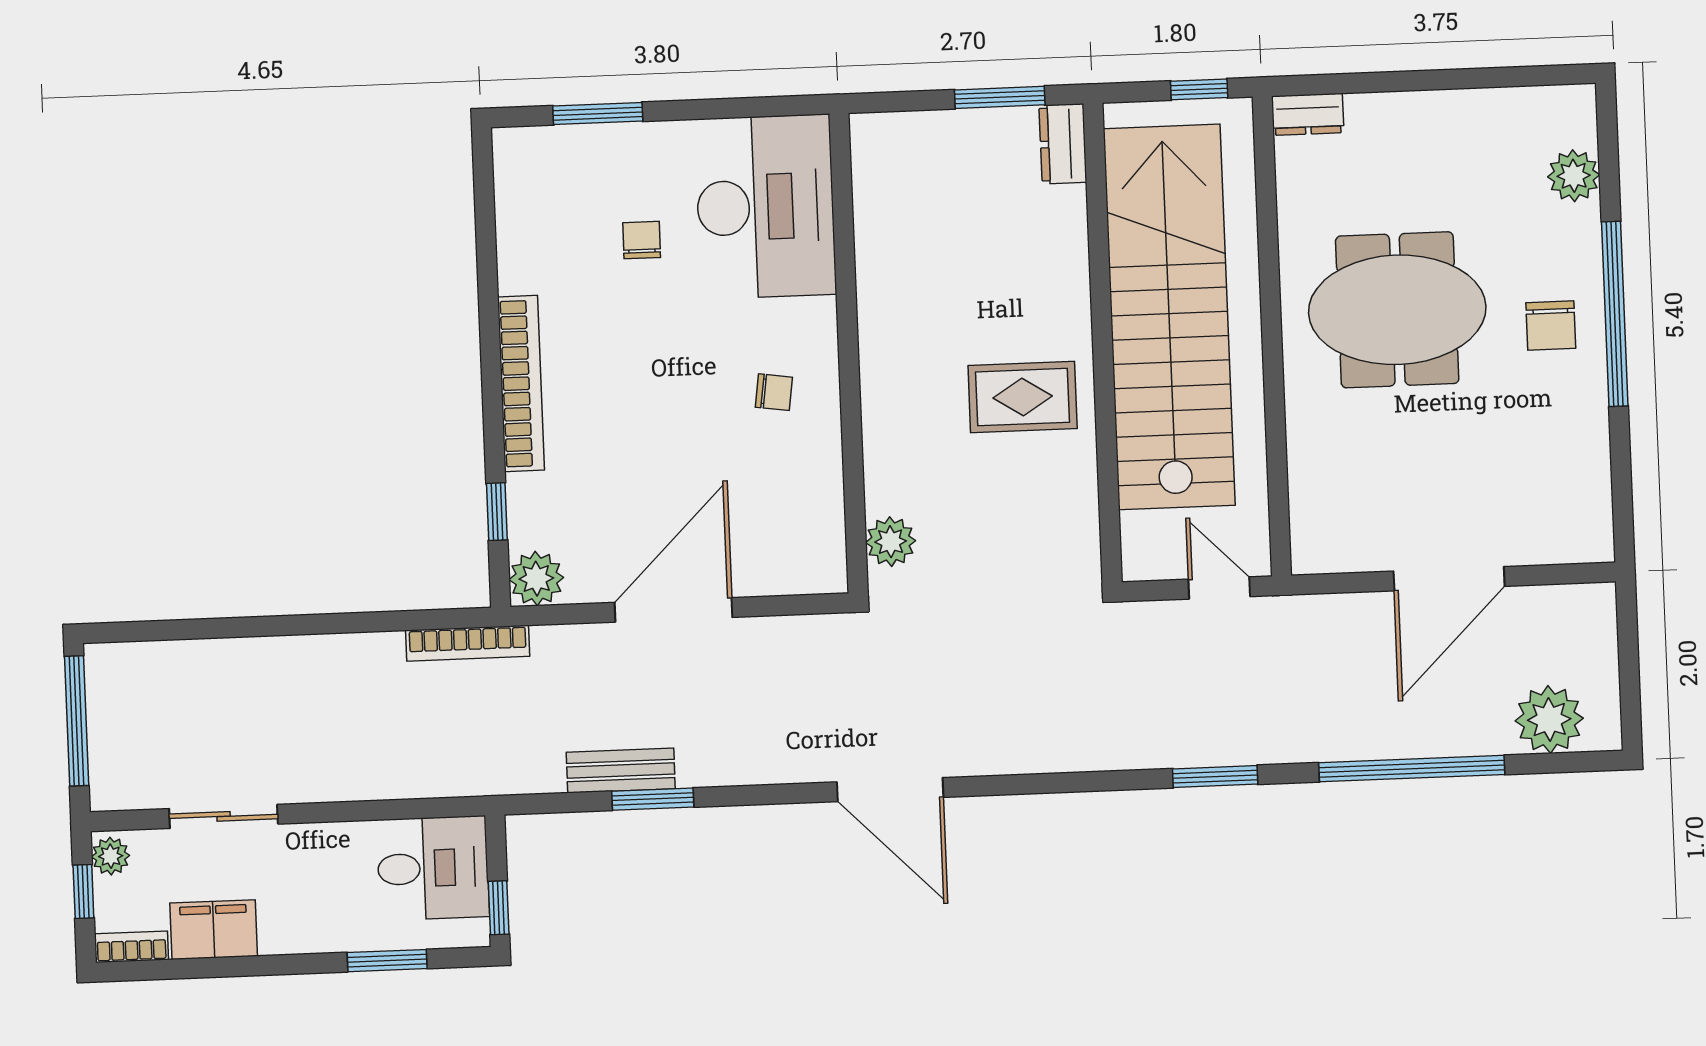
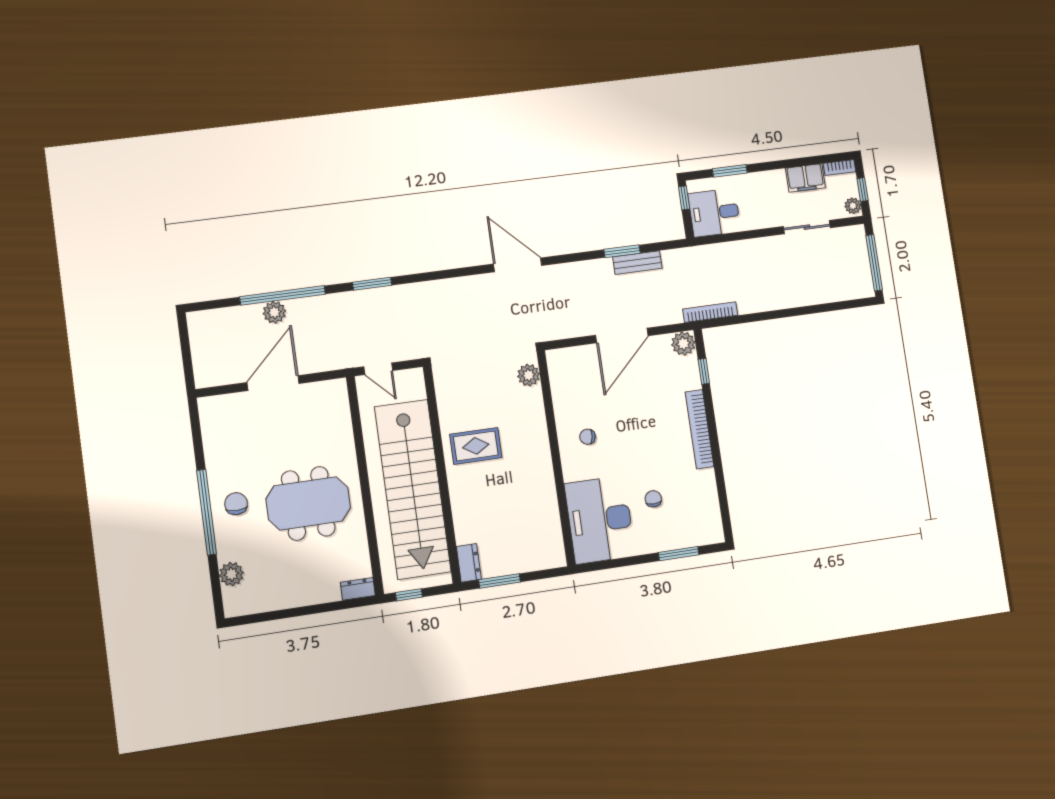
chair: (642, 240) -> (653, 499), turned 180
plant: (1549, 720) -> (274, 312), moved, width x0.73, depth x0.73

